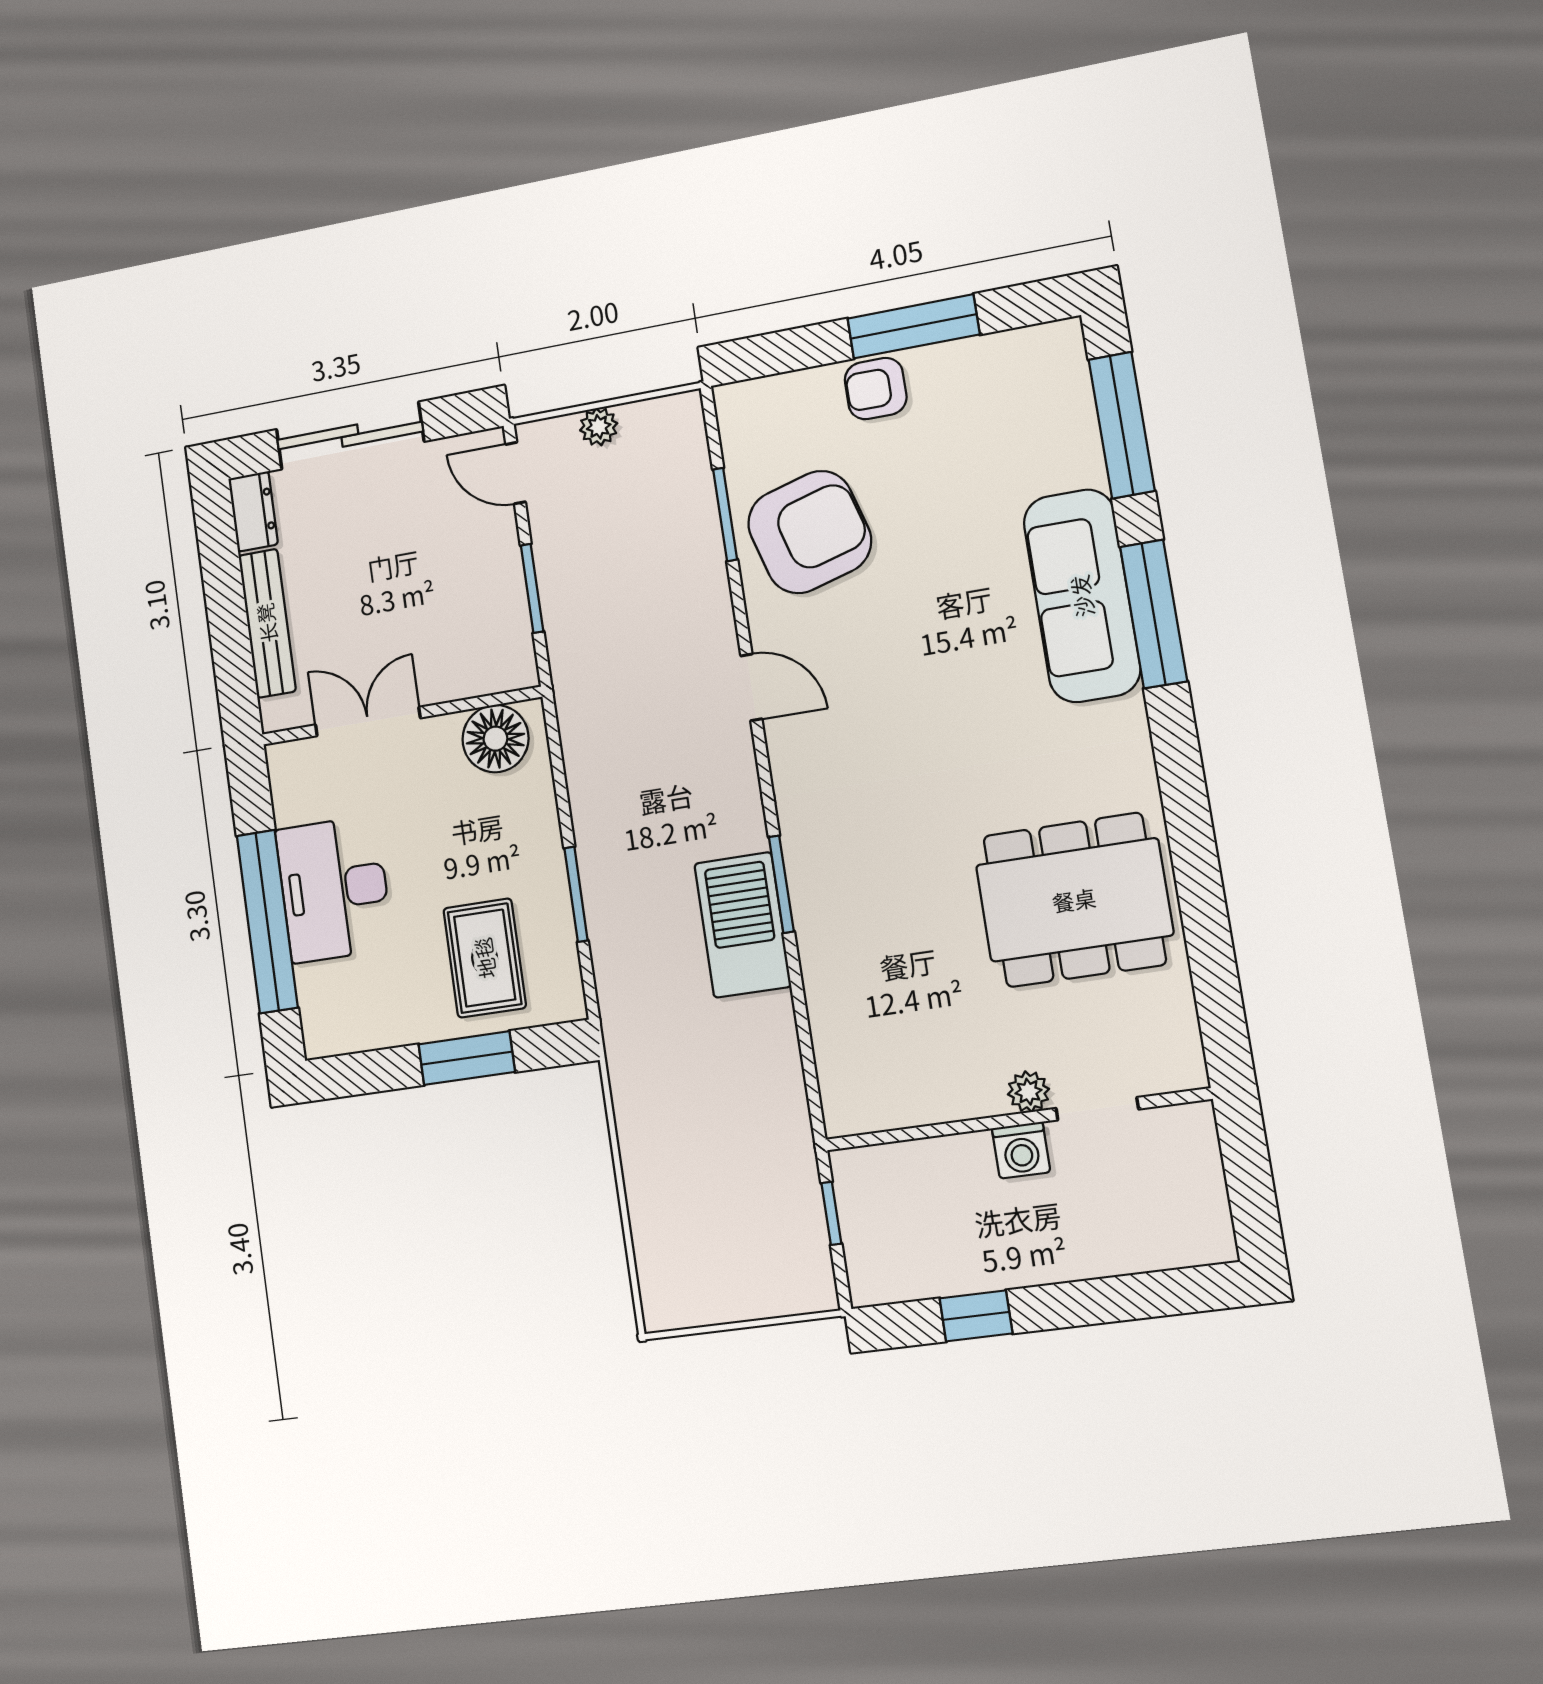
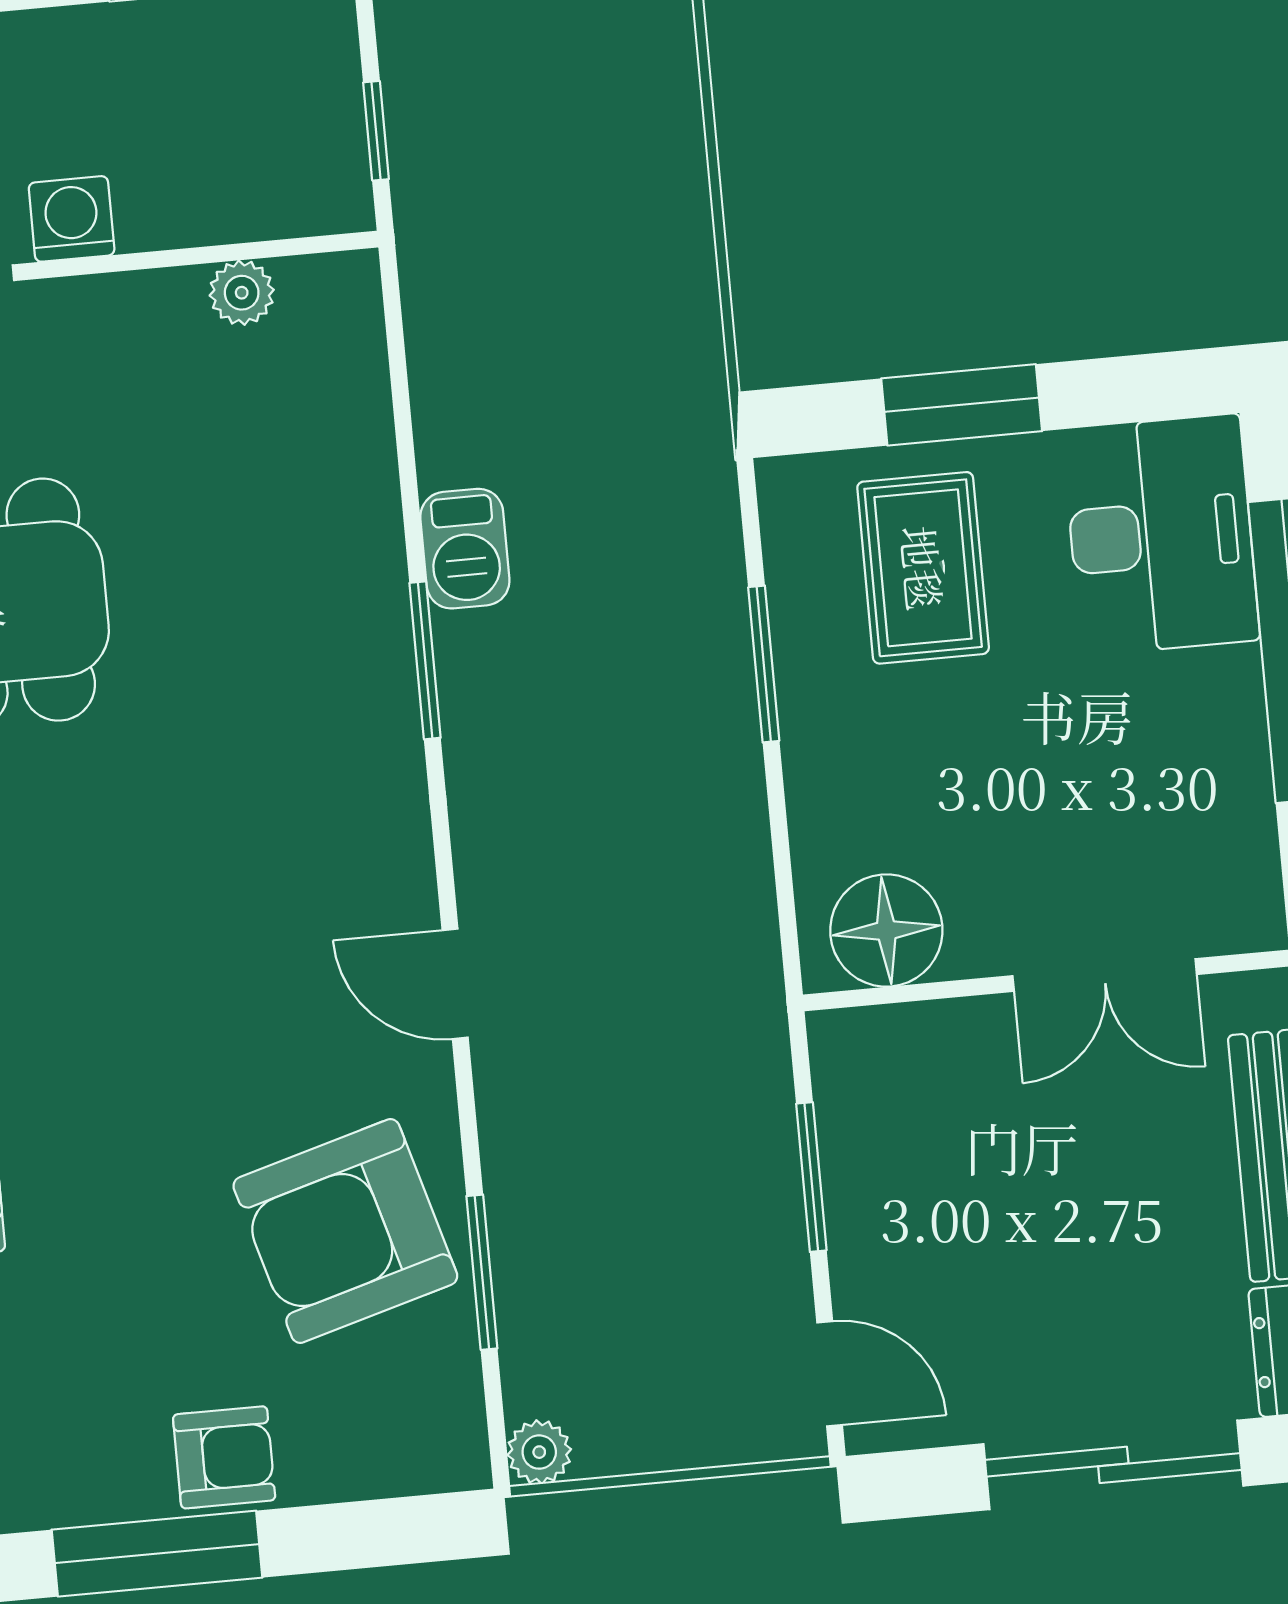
plant: (599, 427) -> (539, 1452), moved
desk: (334, 889) -> (1161, 535), moved
barbecue: (743, 925) -> (465, 549), width x0.53, depth x0.65
plant: (1028, 1092) -> (242, 293), moved

